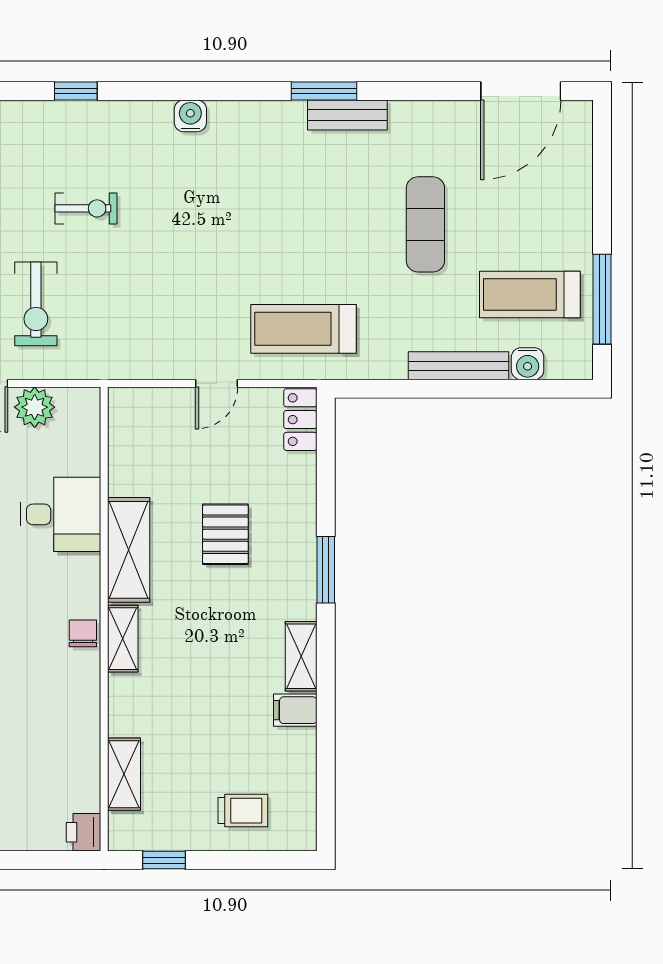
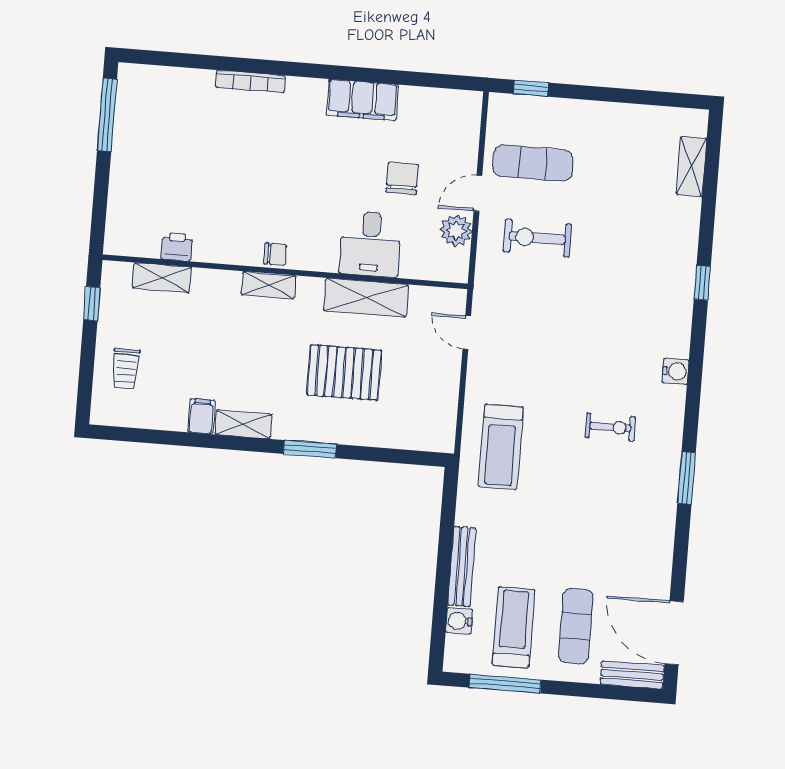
bench: (347, 115) -> (632, 675), moved, turned 90
exercise bike: (86, 208) -> (610, 427), moved, turned -90
exercise mat: (425, 224) -> (576, 626), moved, turned 90
treadmill: (303, 329) -> (501, 447), turned 180
door: (217, 383) -> (467, 333), moved
locker: (300, 420) -> (430, 439), removed
pallet: (225, 534) -> (344, 373), width x1.50, depth x1.42
shelving: (129, 550) -> (366, 298), moved
printer: (83, 832) -> (177, 247), moved

